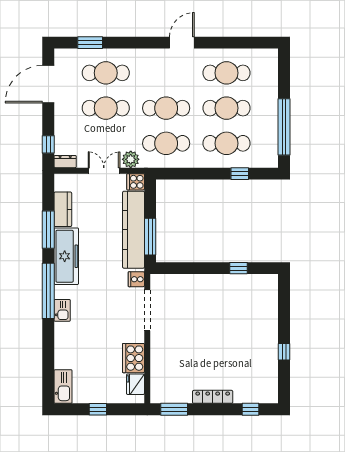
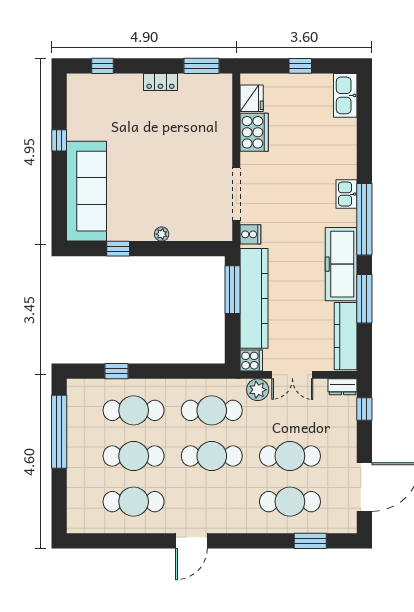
kitchen counter: (63, 209) -> (346, 336), width x1.50
plant: (205, 279) -> (162, 234), added
sofa: (263, 313) -> (86, 191), added
locker: (213, 397) -> (160, 82), width x0.66

